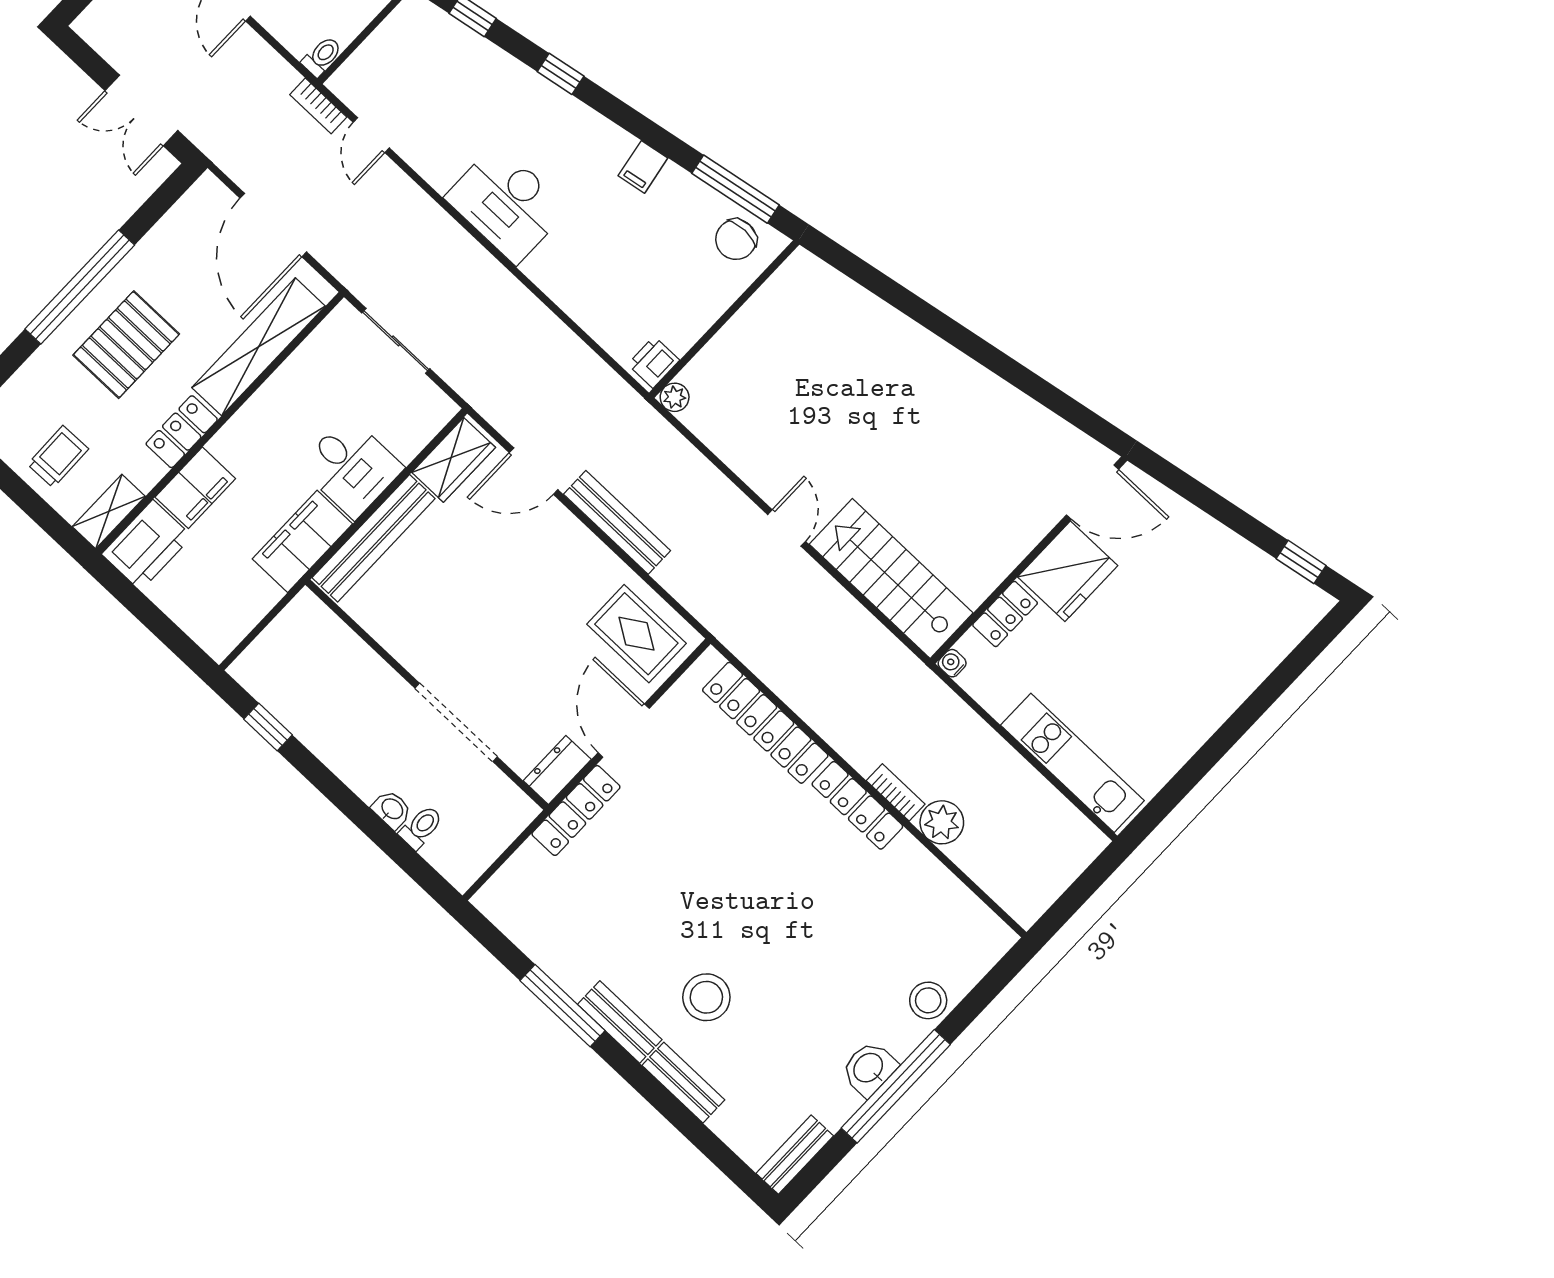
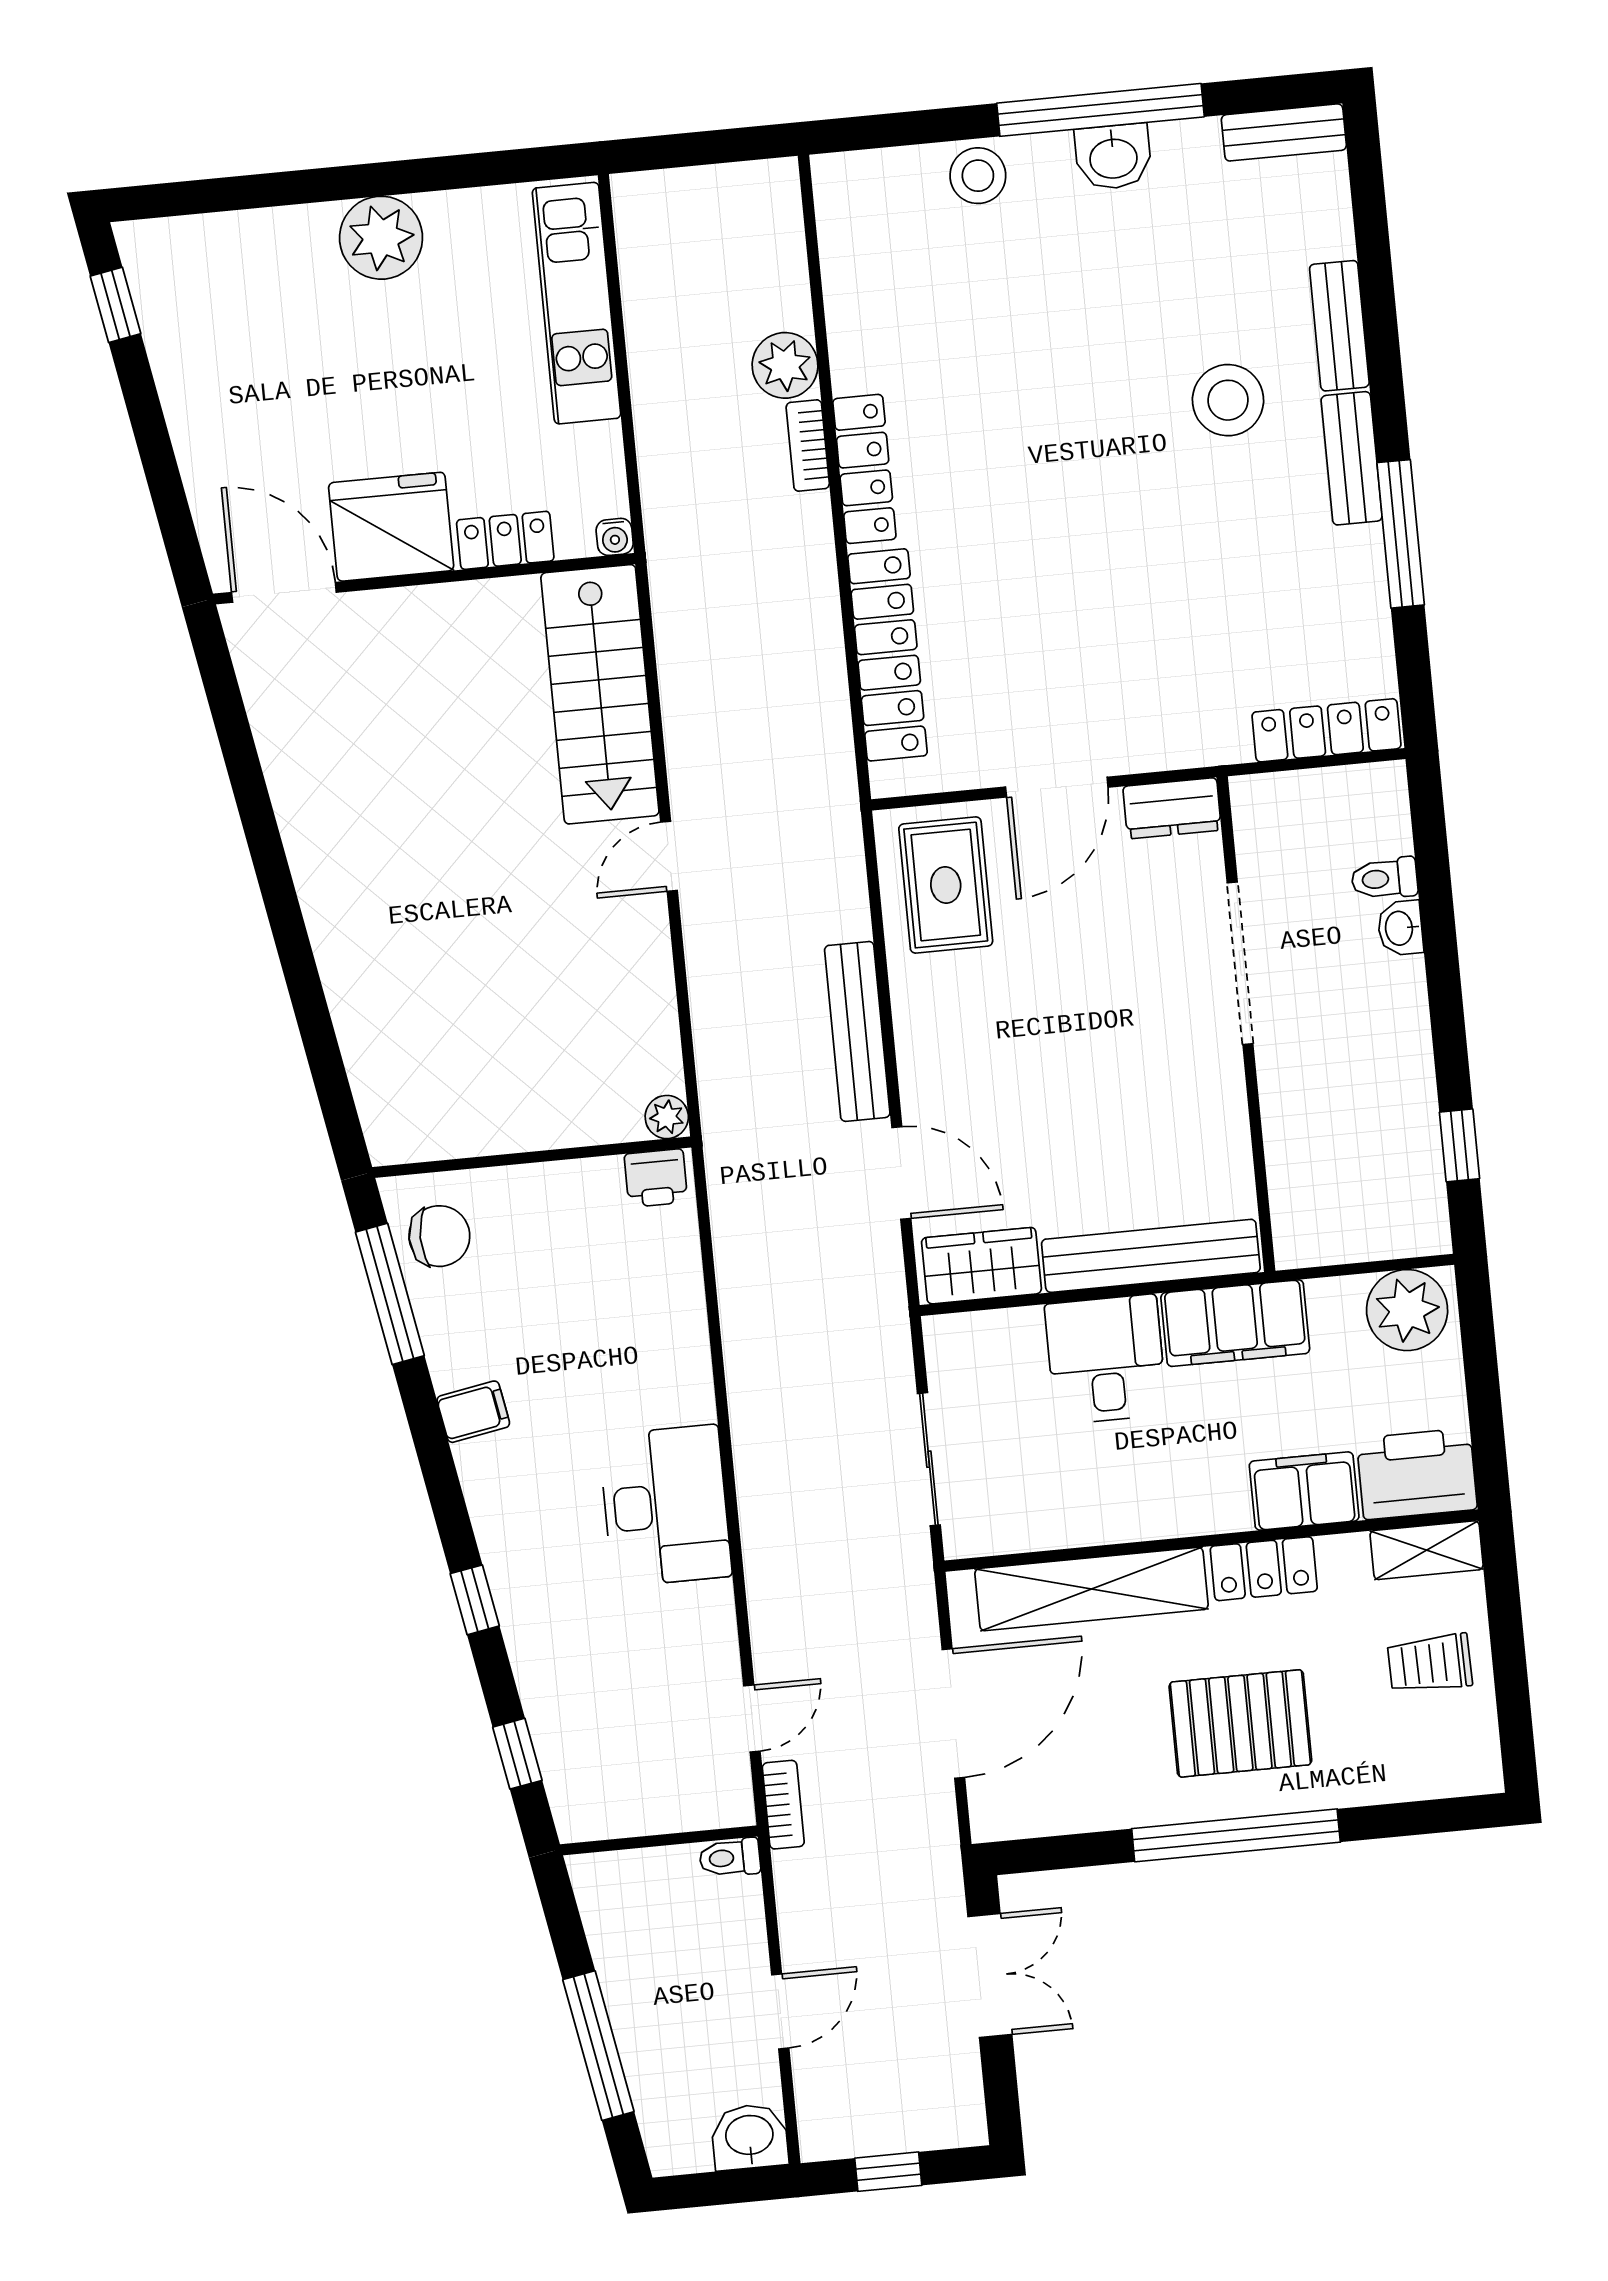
plant: (223, 622) -> (1407, 1310), added
plant: (1198, 711) -> (381, 238), added
locker: (576, 810) -> (1326, 730), moved

